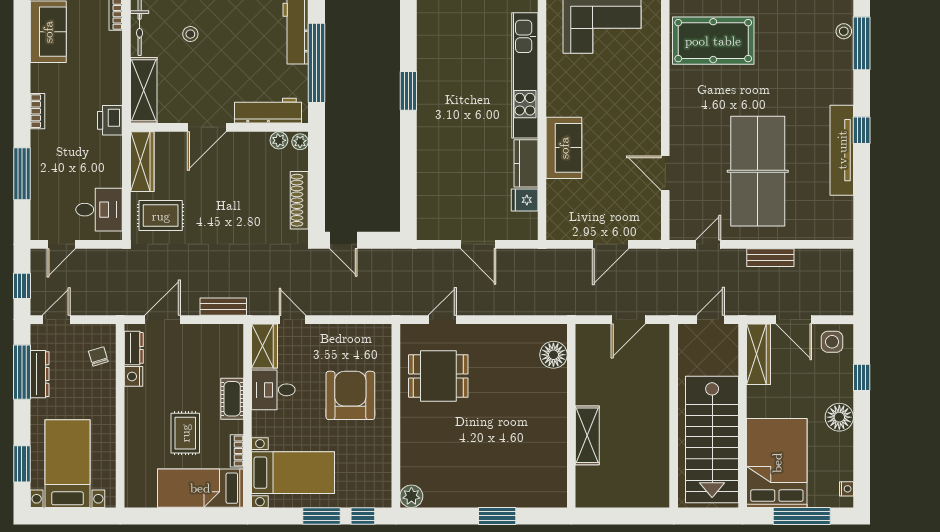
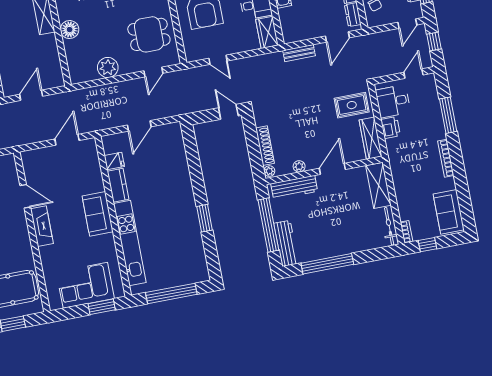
stool: (190, 34) -> (355, 228), removed
bookcase: (37, 111) -> (446, 158), width x1.56
printer: (110, 120) -> (391, 128), moved
fireplace: (649, 125) -> (42, 226), added
plant: (279, 140) -> (299, 166), moved
sofa: (564, 148) -> (98, 214), moved
shoe rack: (299, 200) -> (265, 146), moved
door: (478, 244) -> (139, 126), swing flipped
door: (610, 244) -> (67, 140), moved
door: (292, 320) -> (218, 60), moved
plant: (508, 339) -> (108, 68), added
floor lamp: (553, 355) -> (70, 30), moved

